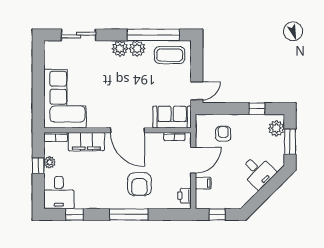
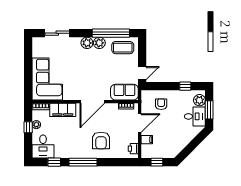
door: (127, 130) -> (92, 102), hinge flipped
desk: (258, 172) -> (195, 116), moved, turned -45
window: (129, 214) -> (83, 162), moved

